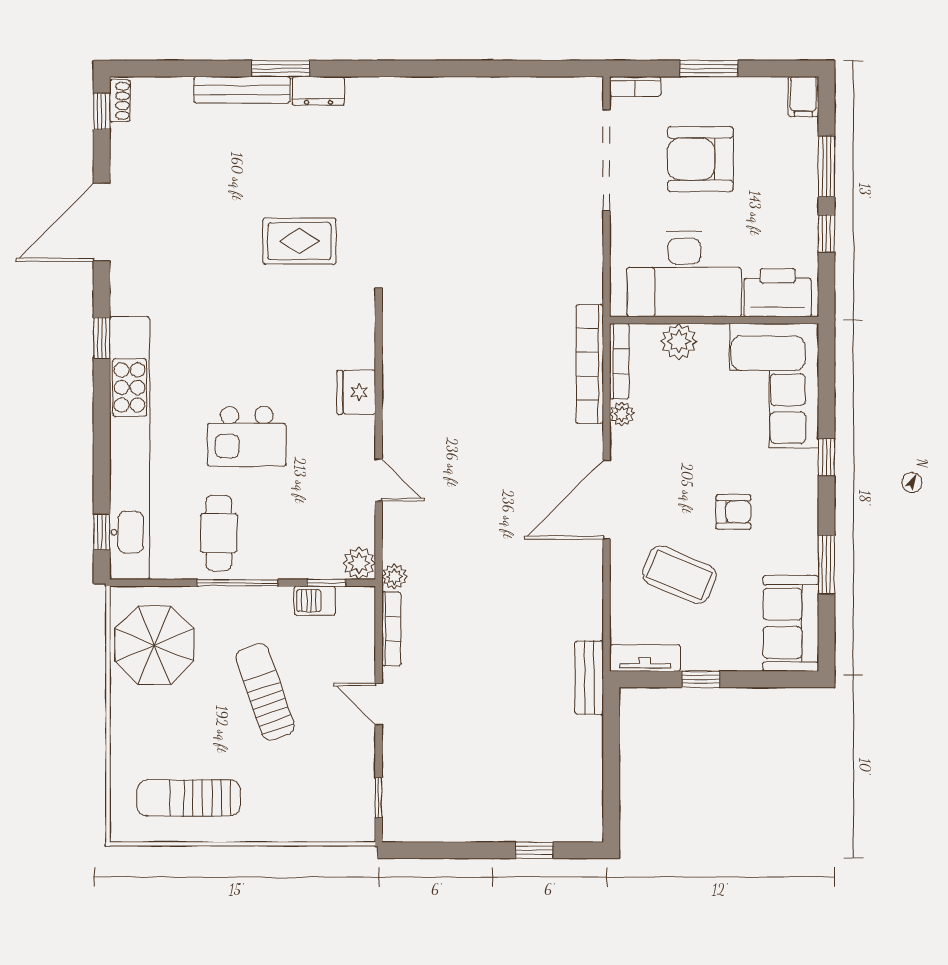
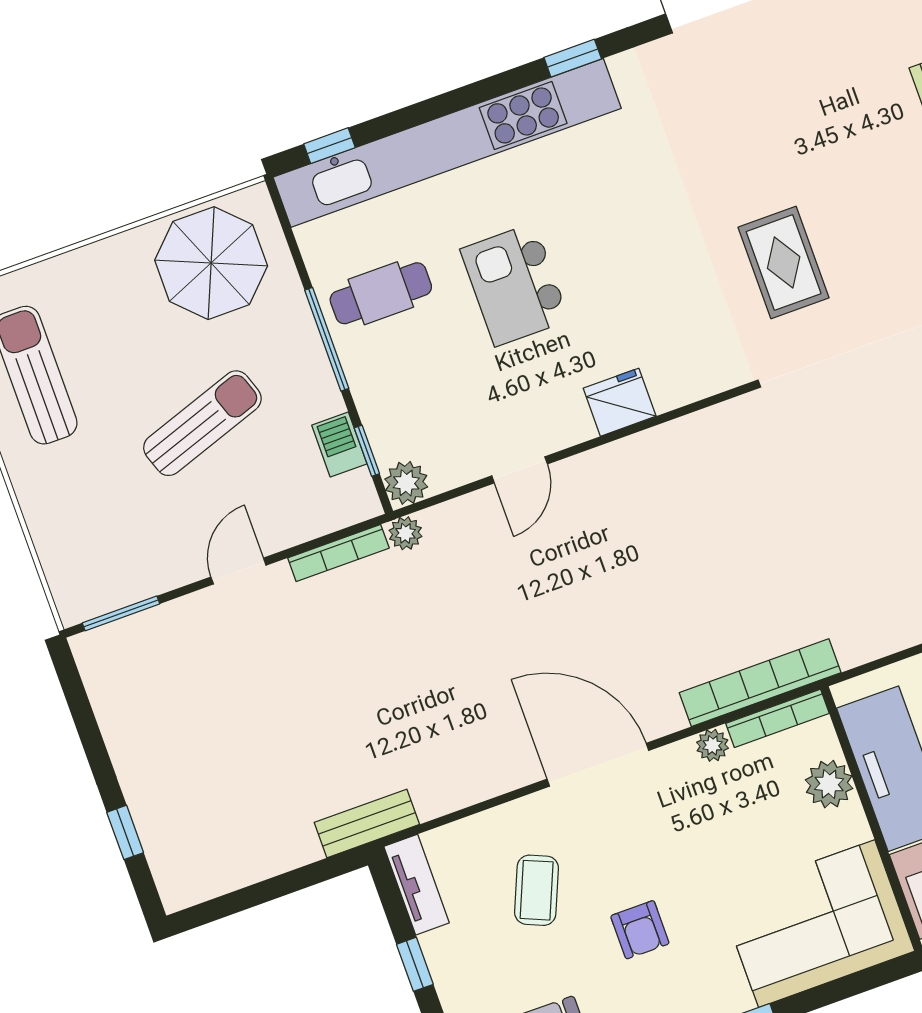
coffee table: (679, 575) -> (537, 890), width x0.73, depth x0.77
window: (379, 798) -> (121, 613), width x1.50

